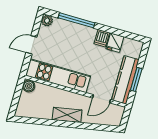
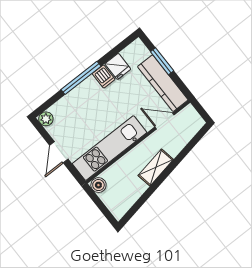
window: (77, 20) -> (81, 78), moved
window: (136, 79) -> (162, 61), moved
door: (102, 99) -> (165, 121), swing flipped

